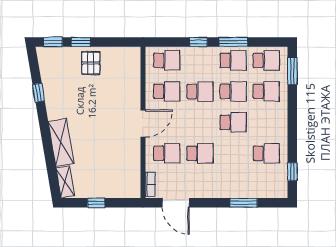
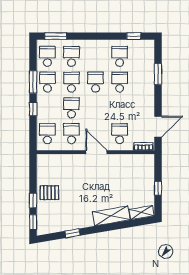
school desk: (200, 153) -> (120, 82), moved

